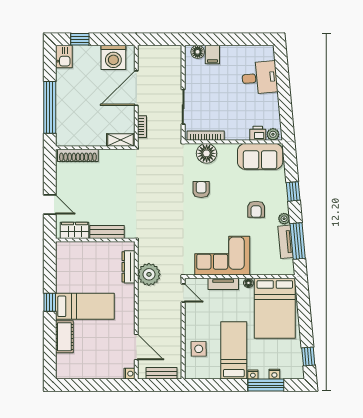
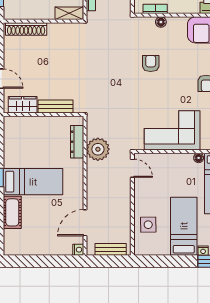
bookcase: (206, 136) -> (155, 9), width x0.64
floor lamp: (207, 153) -> (161, 22), width x0.53, depth x0.53
tv unit: (223, 284) -> (173, 159), removed
door: (136, 347) -> (85, 223), swing flipped

